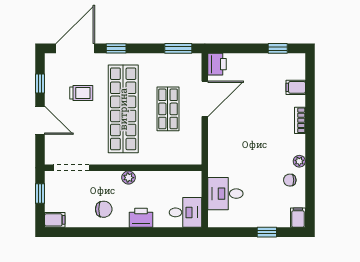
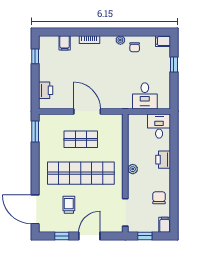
window: (116, 48) -> (35, 179), removed
printer: (217, 64) -> (46, 90), moved, turned 90
door: (205, 99) -> (87, 111), moved
chair: (104, 209) -> (159, 198), moved

